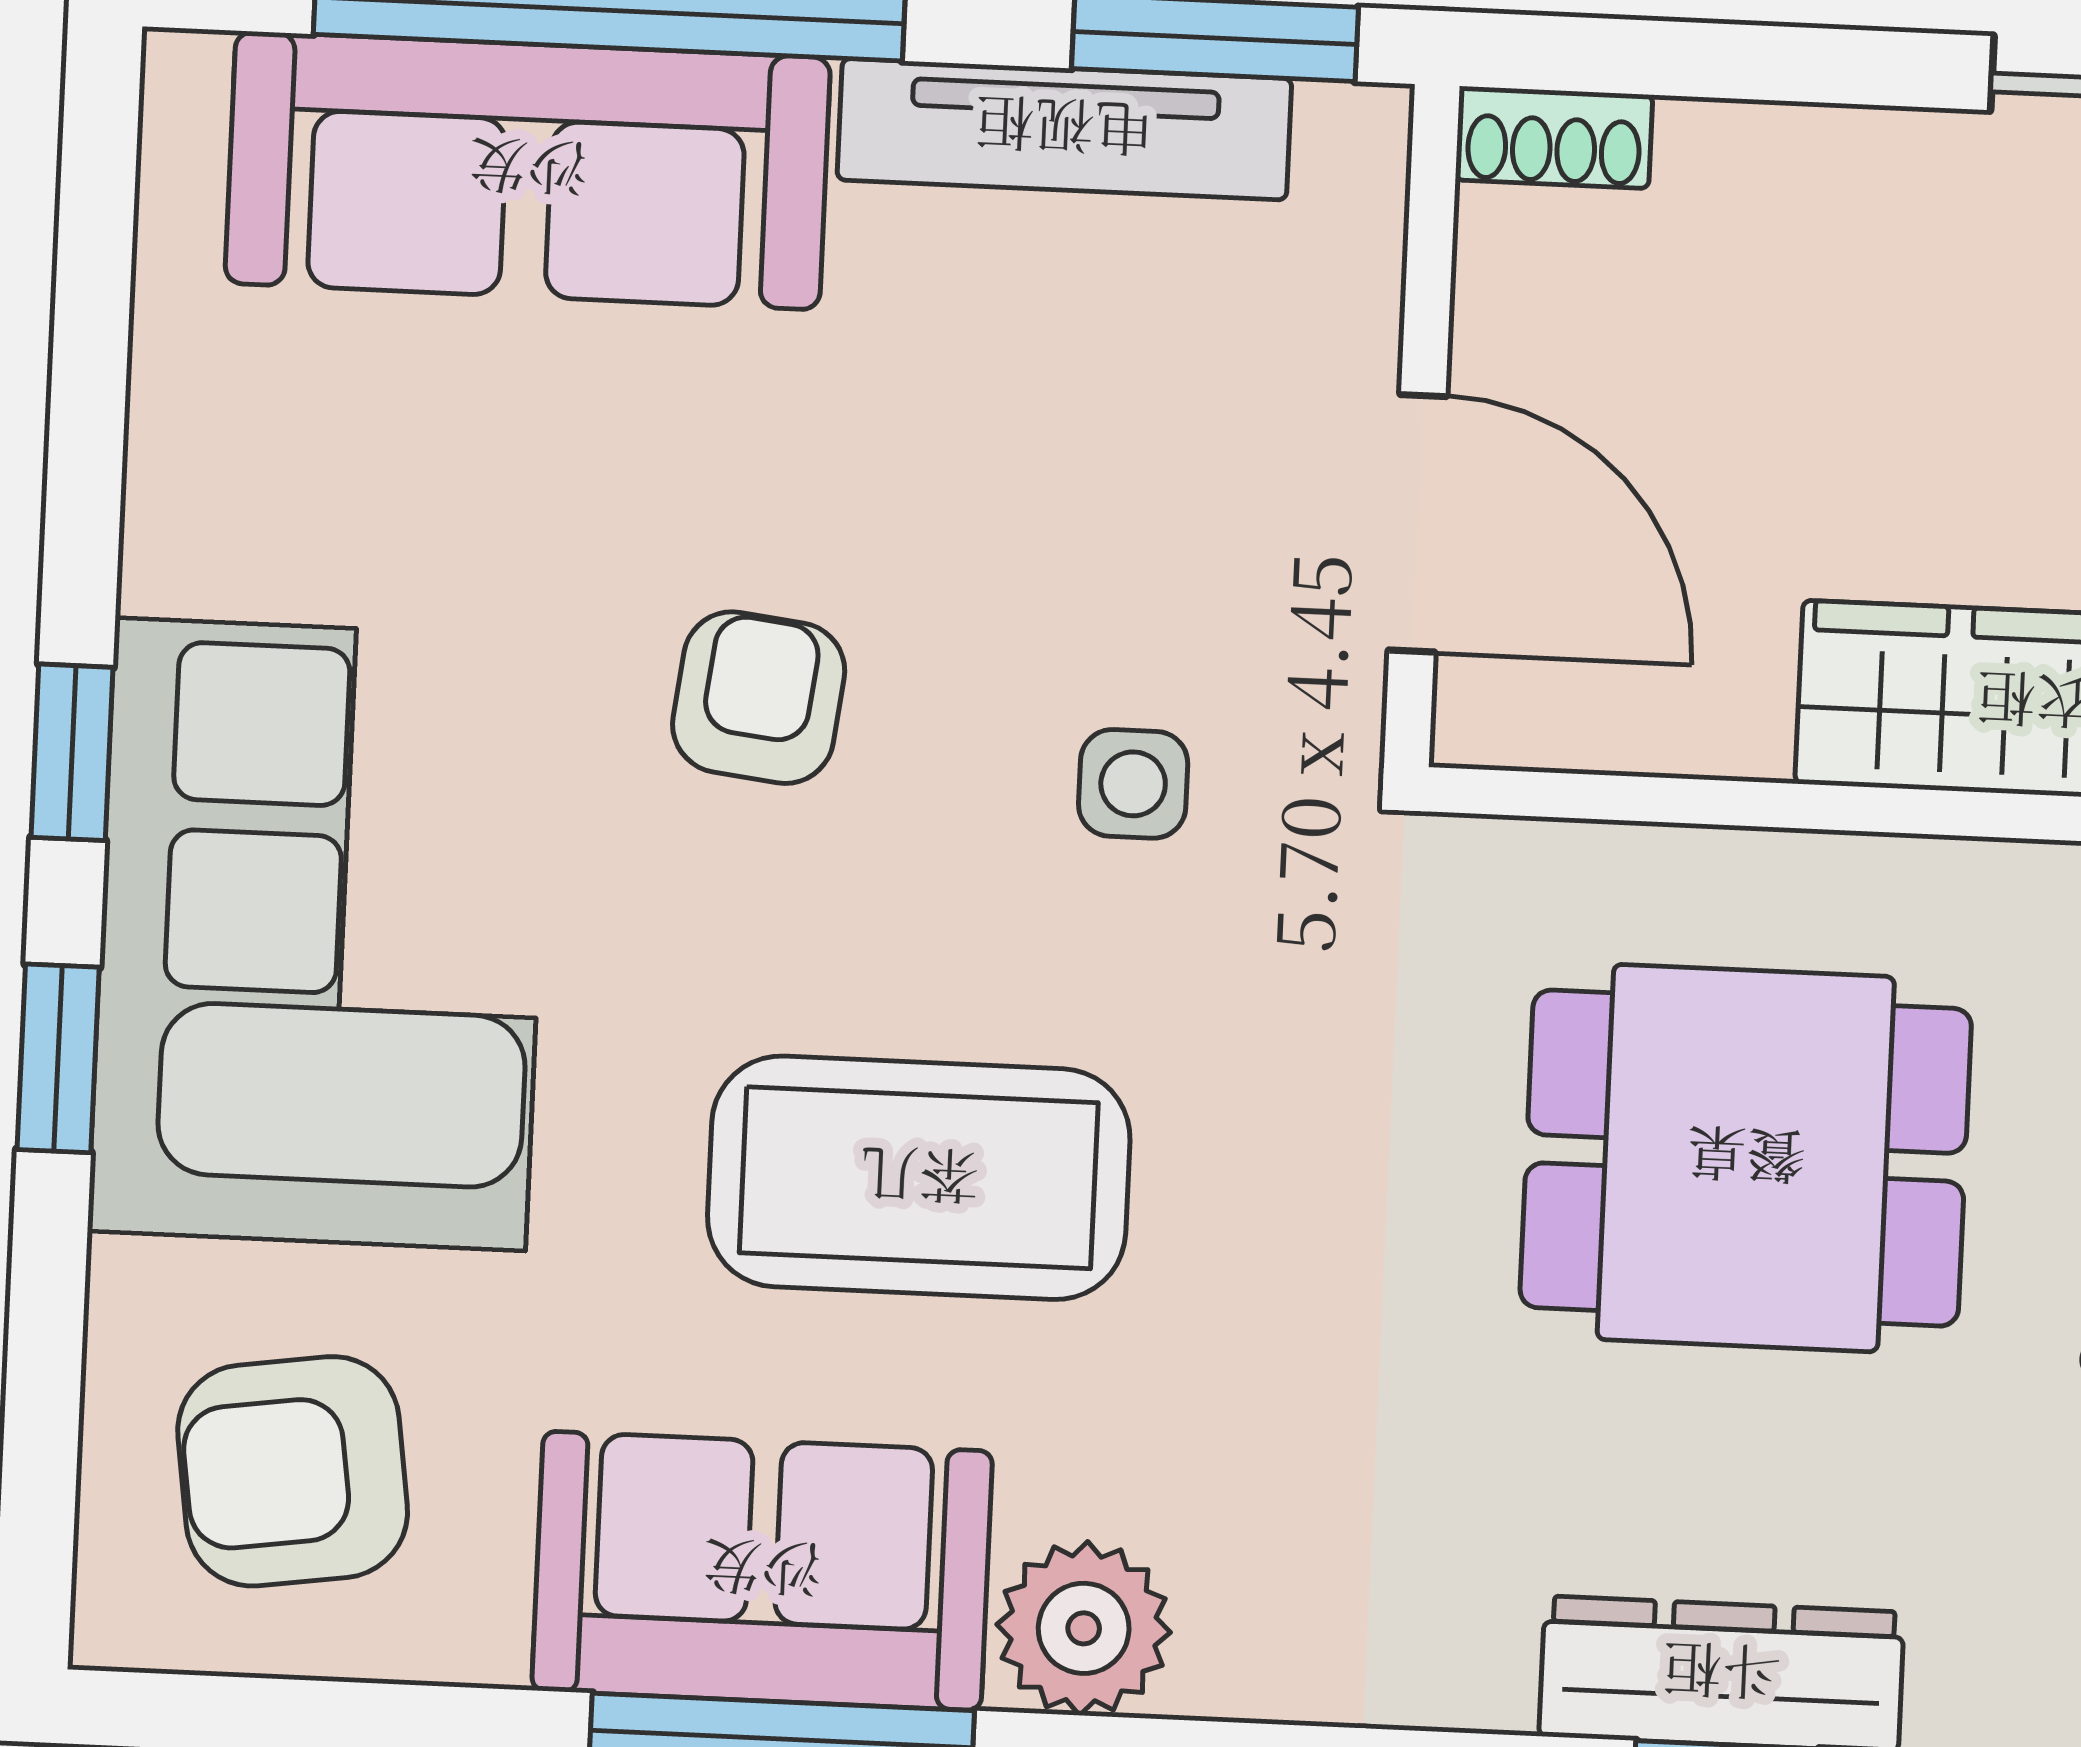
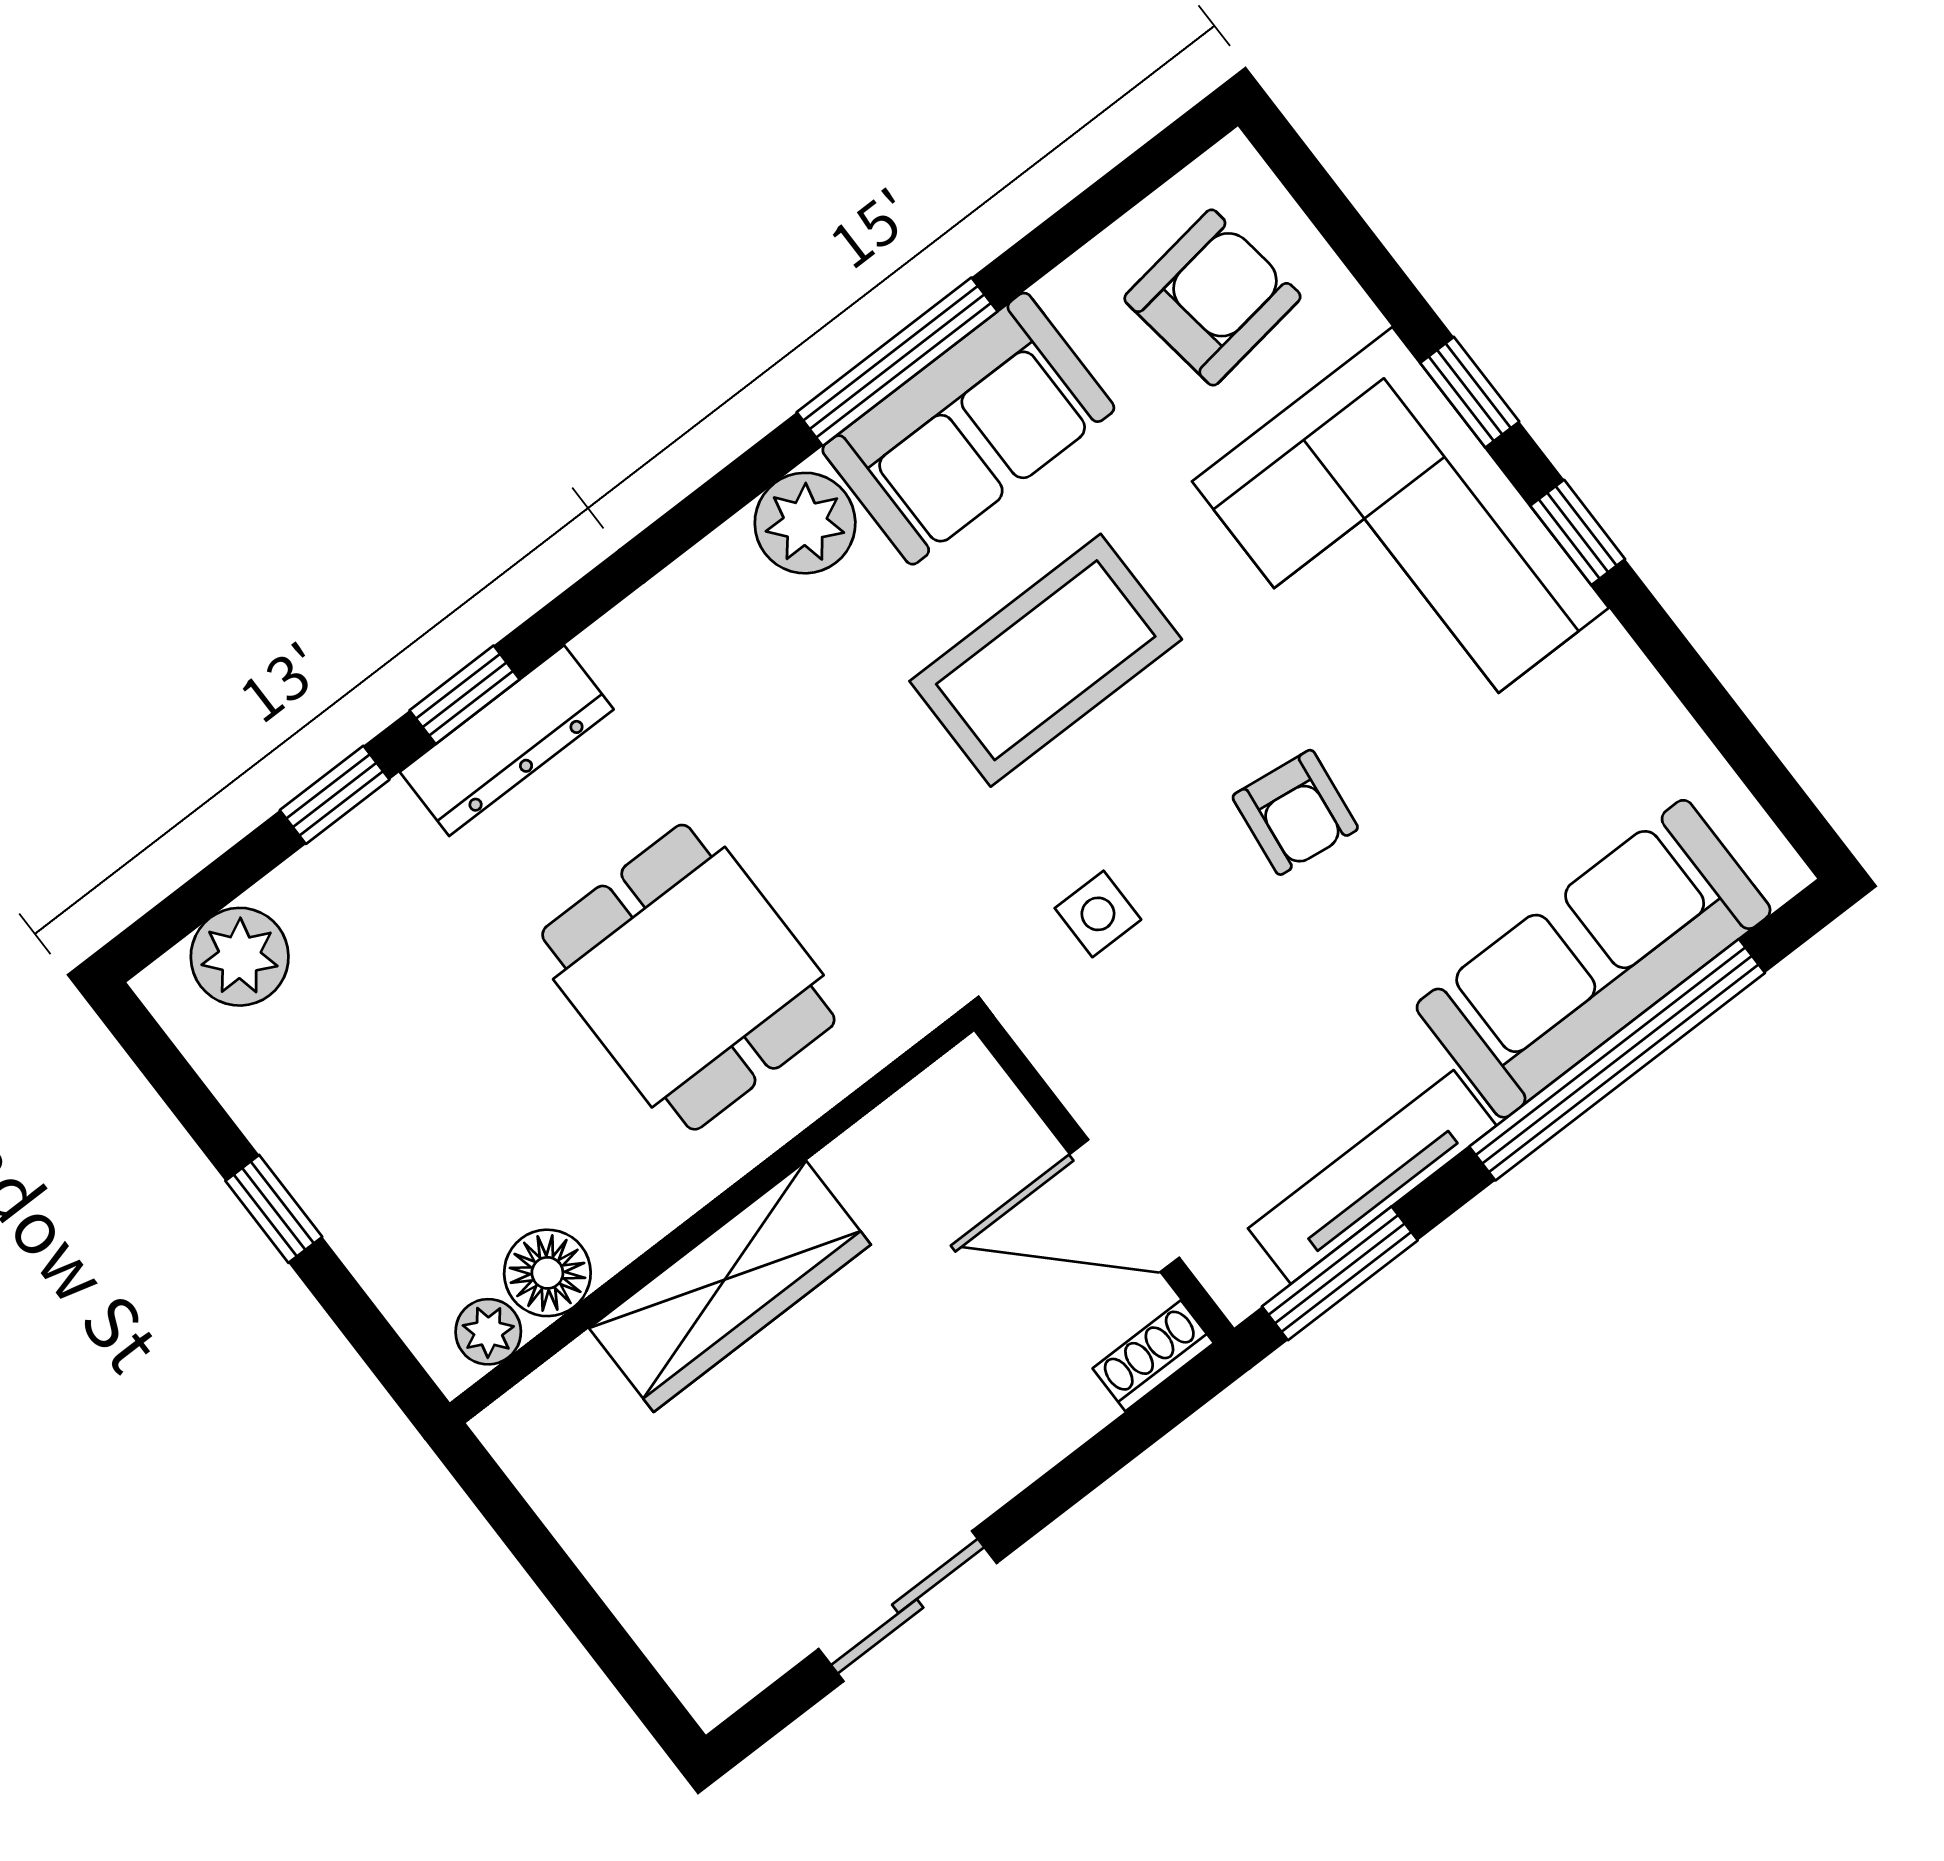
door: (1417, 523) -> (1124, 1206), moved
dining table: (1746, 1158) -> (688, 977), turned 90

